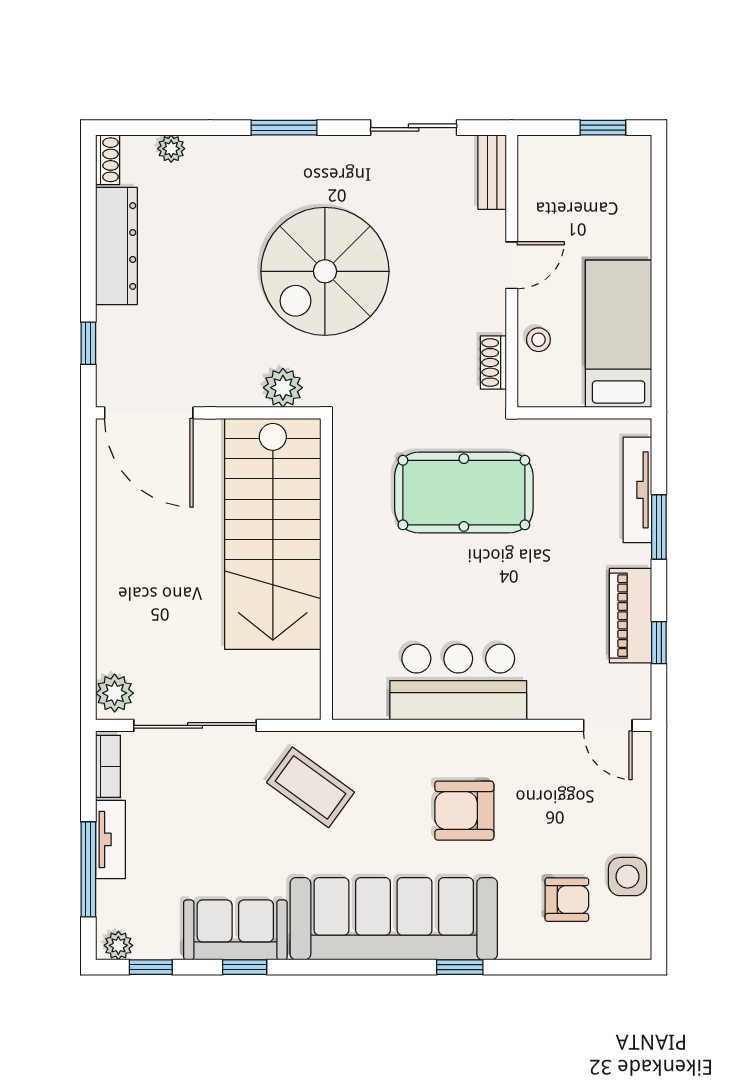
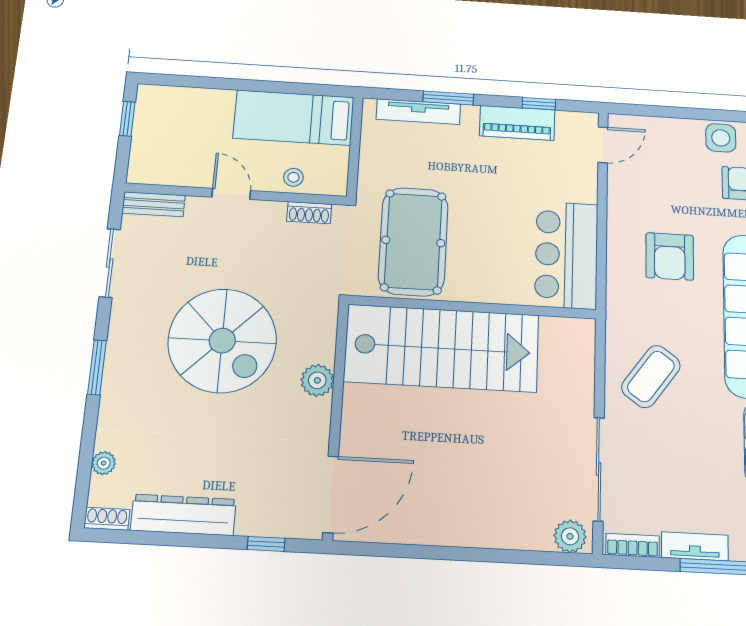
stairs: (273, 534) -> (442, 348), moved
wall: (326, 569) -> (473, 307), moved

